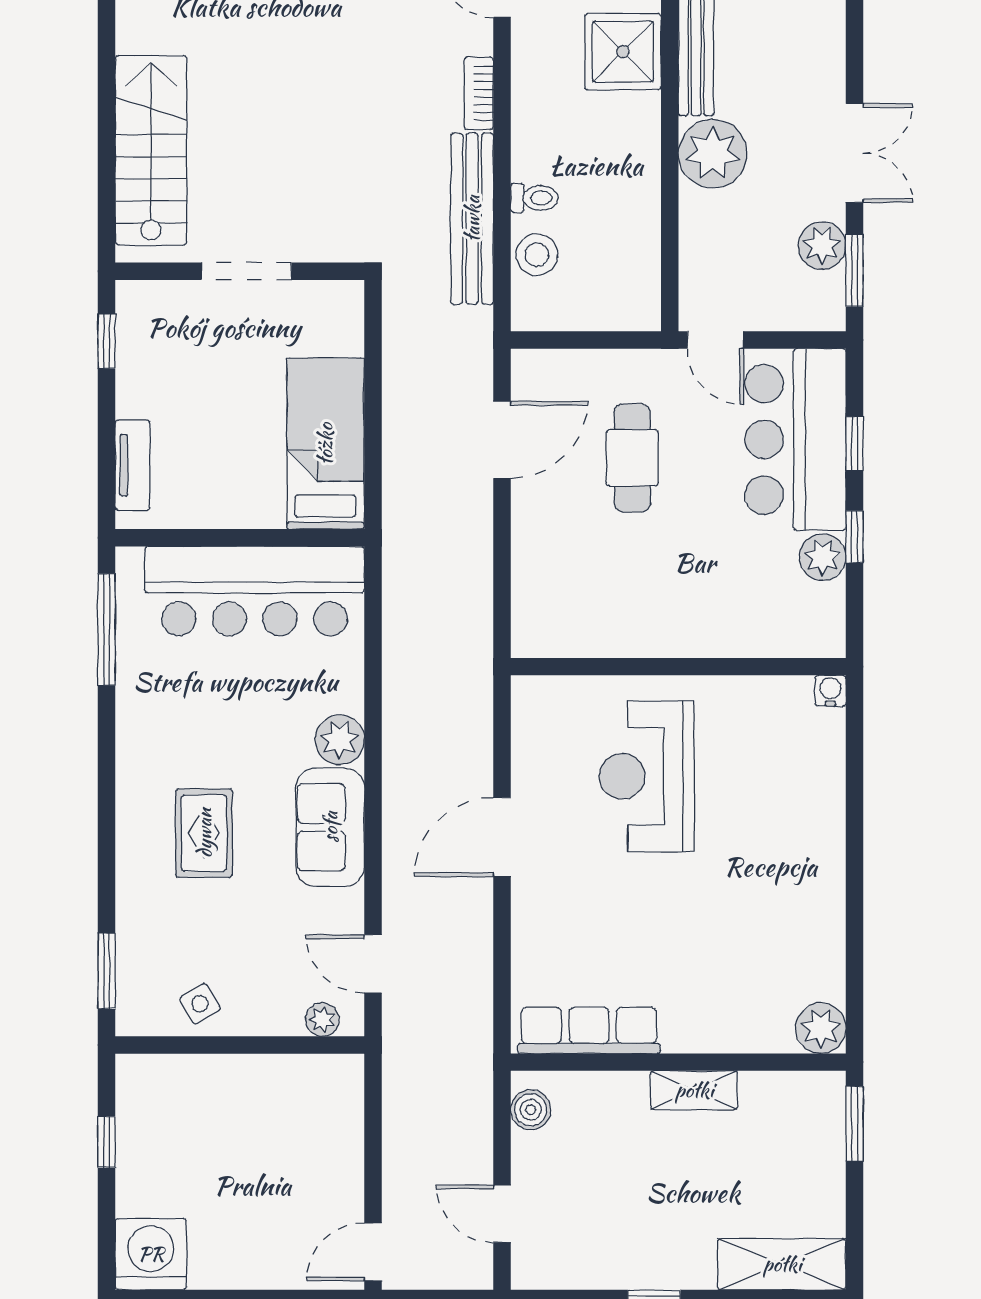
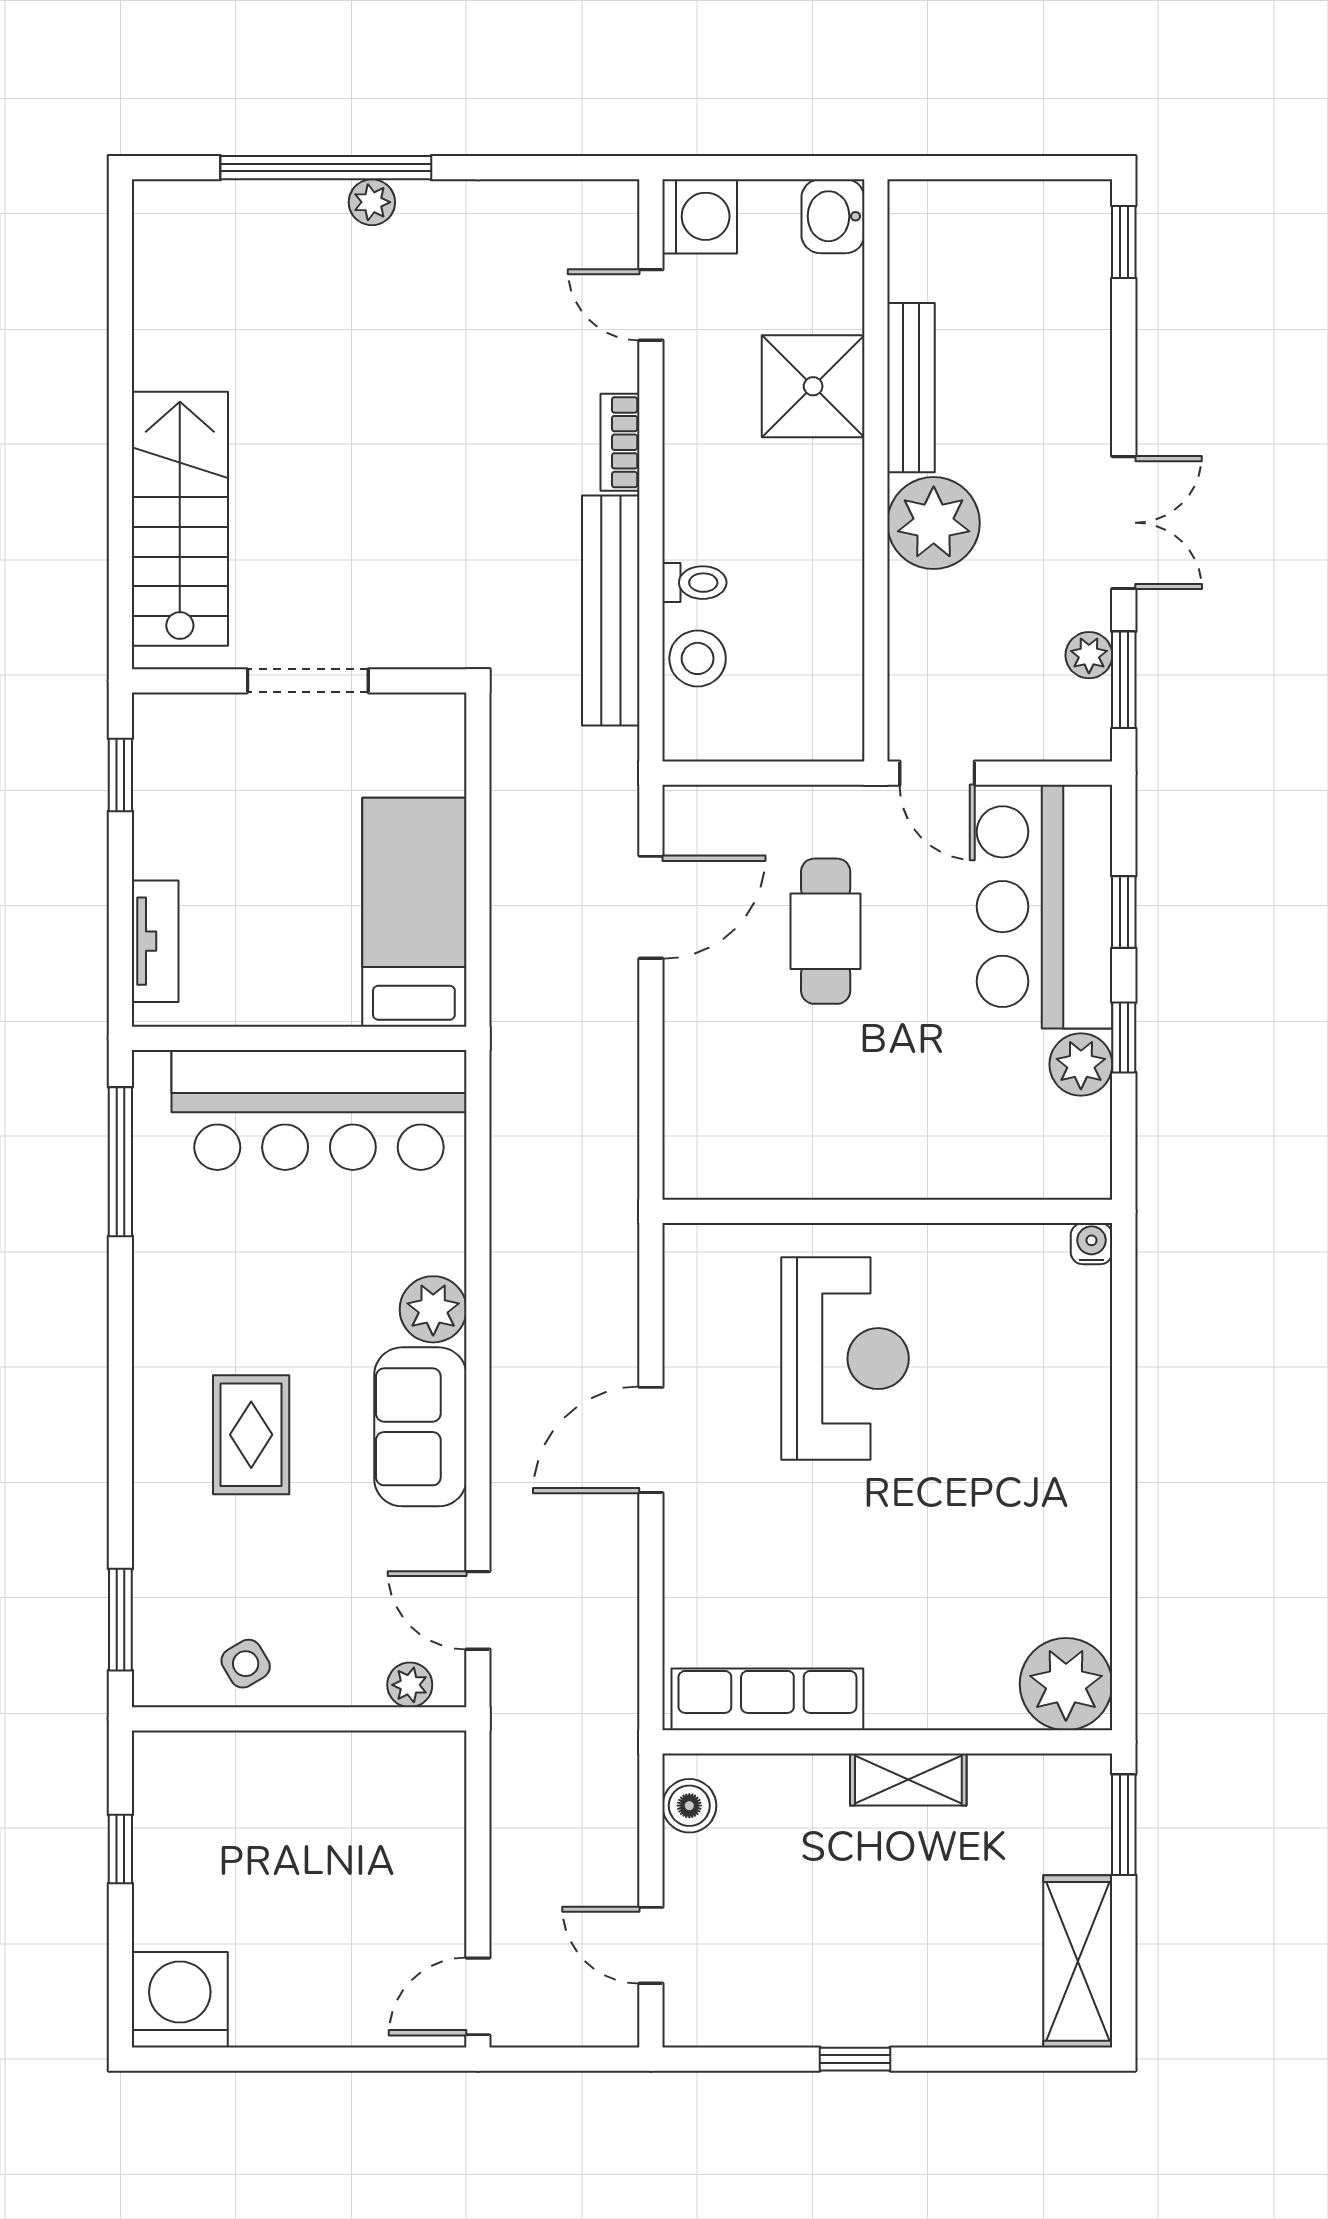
plant: (822, 245) -> (1089, 655), width x0.73, depth x0.73
reception desk: (647, 776) -> (845, 1359), turned 180
plant: (821, 1028) -> (1066, 1684), width x1.36, depth x1.36
shelving: (782, 1264) -> (1078, 1961), moved, turned 90

